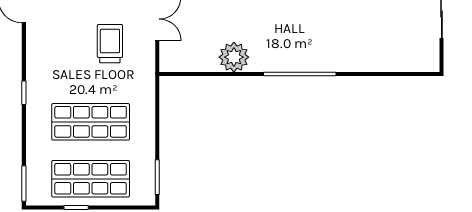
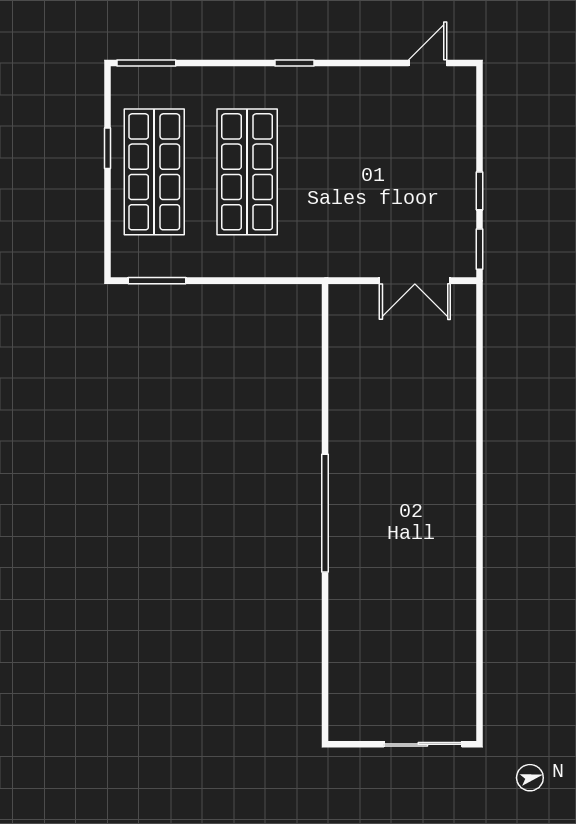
trolley: (110, 44) -> (375, 203), removed
plant: (234, 57) -> (353, 406), removed

